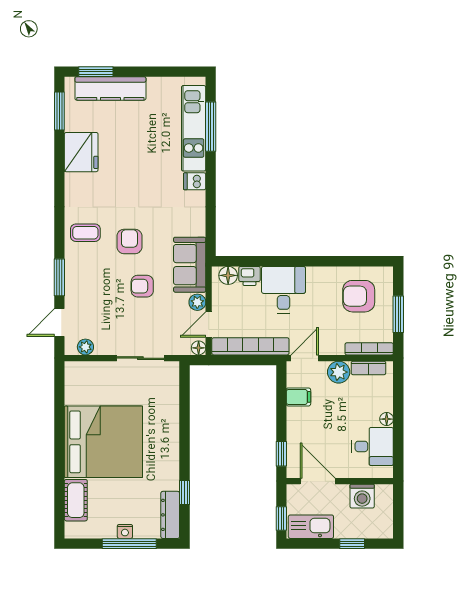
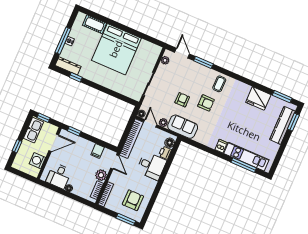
window: (398, 314) -> (126, 219), moved

